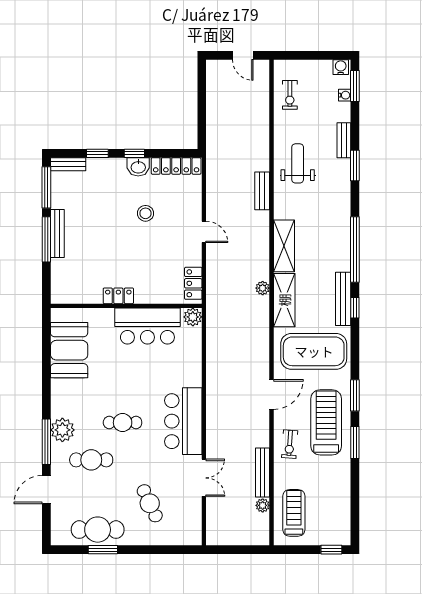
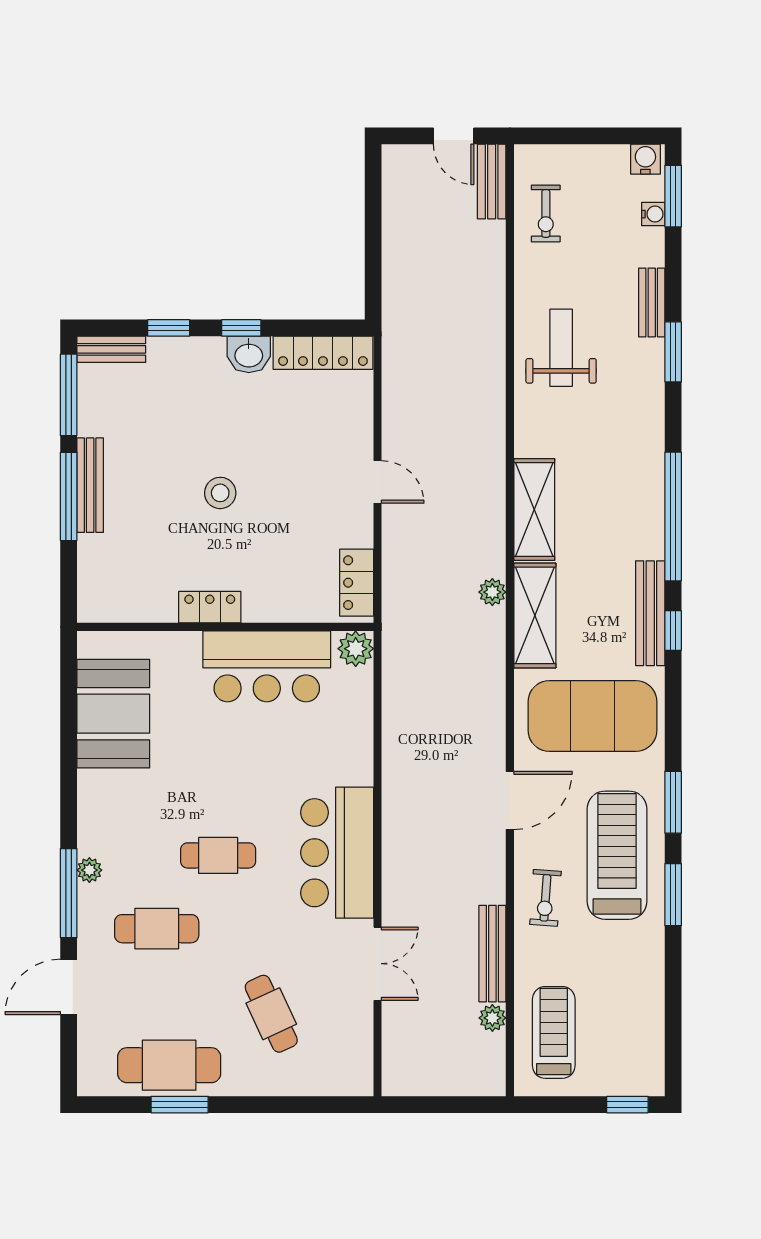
bench: (262, 191) -> (492, 182), moved
stool: (146, 213) -> (220, 493), moved
plant: (62, 430) -> (89, 870), width x0.53, depth x0.53

